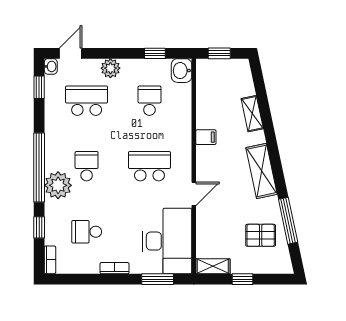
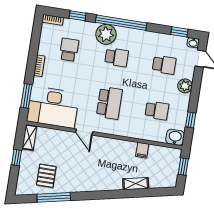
school desk: (87, 101) -> (164, 65), width x0.54
filing cabinet: (206, 137) -> (142, 150), moved
shelving: (262, 171) -> (93, 184), removed

